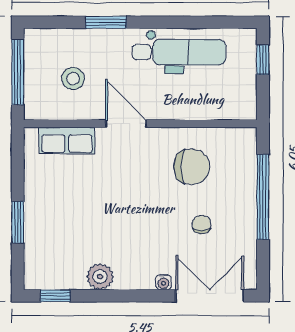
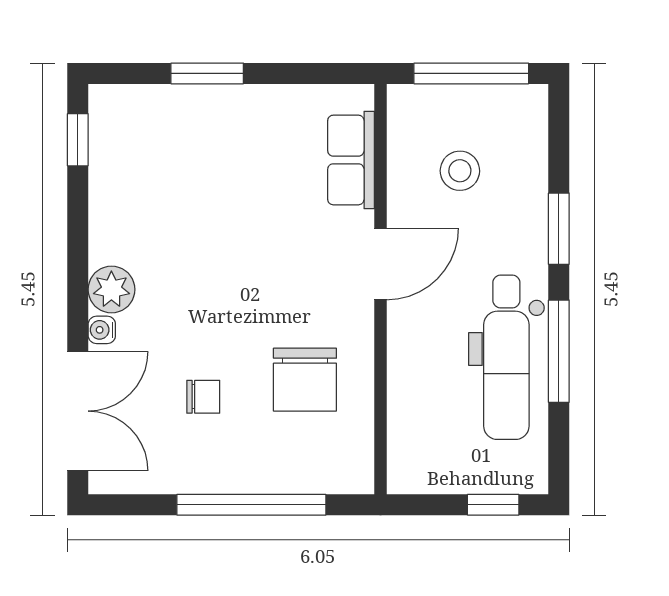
window: (176, 22) -> (559, 351), added
plant: (100, 277) -> (111, 290), moved

